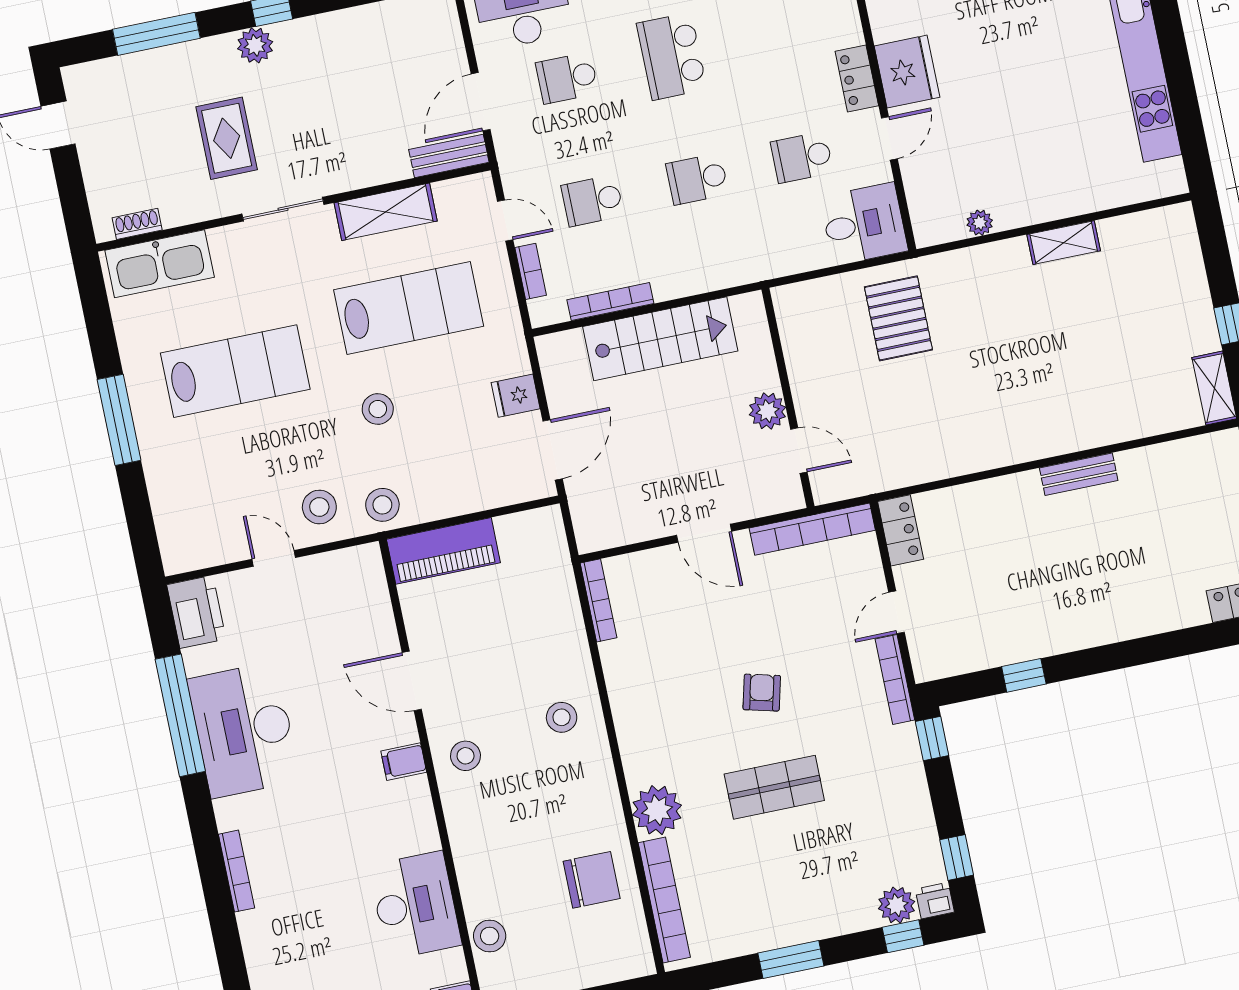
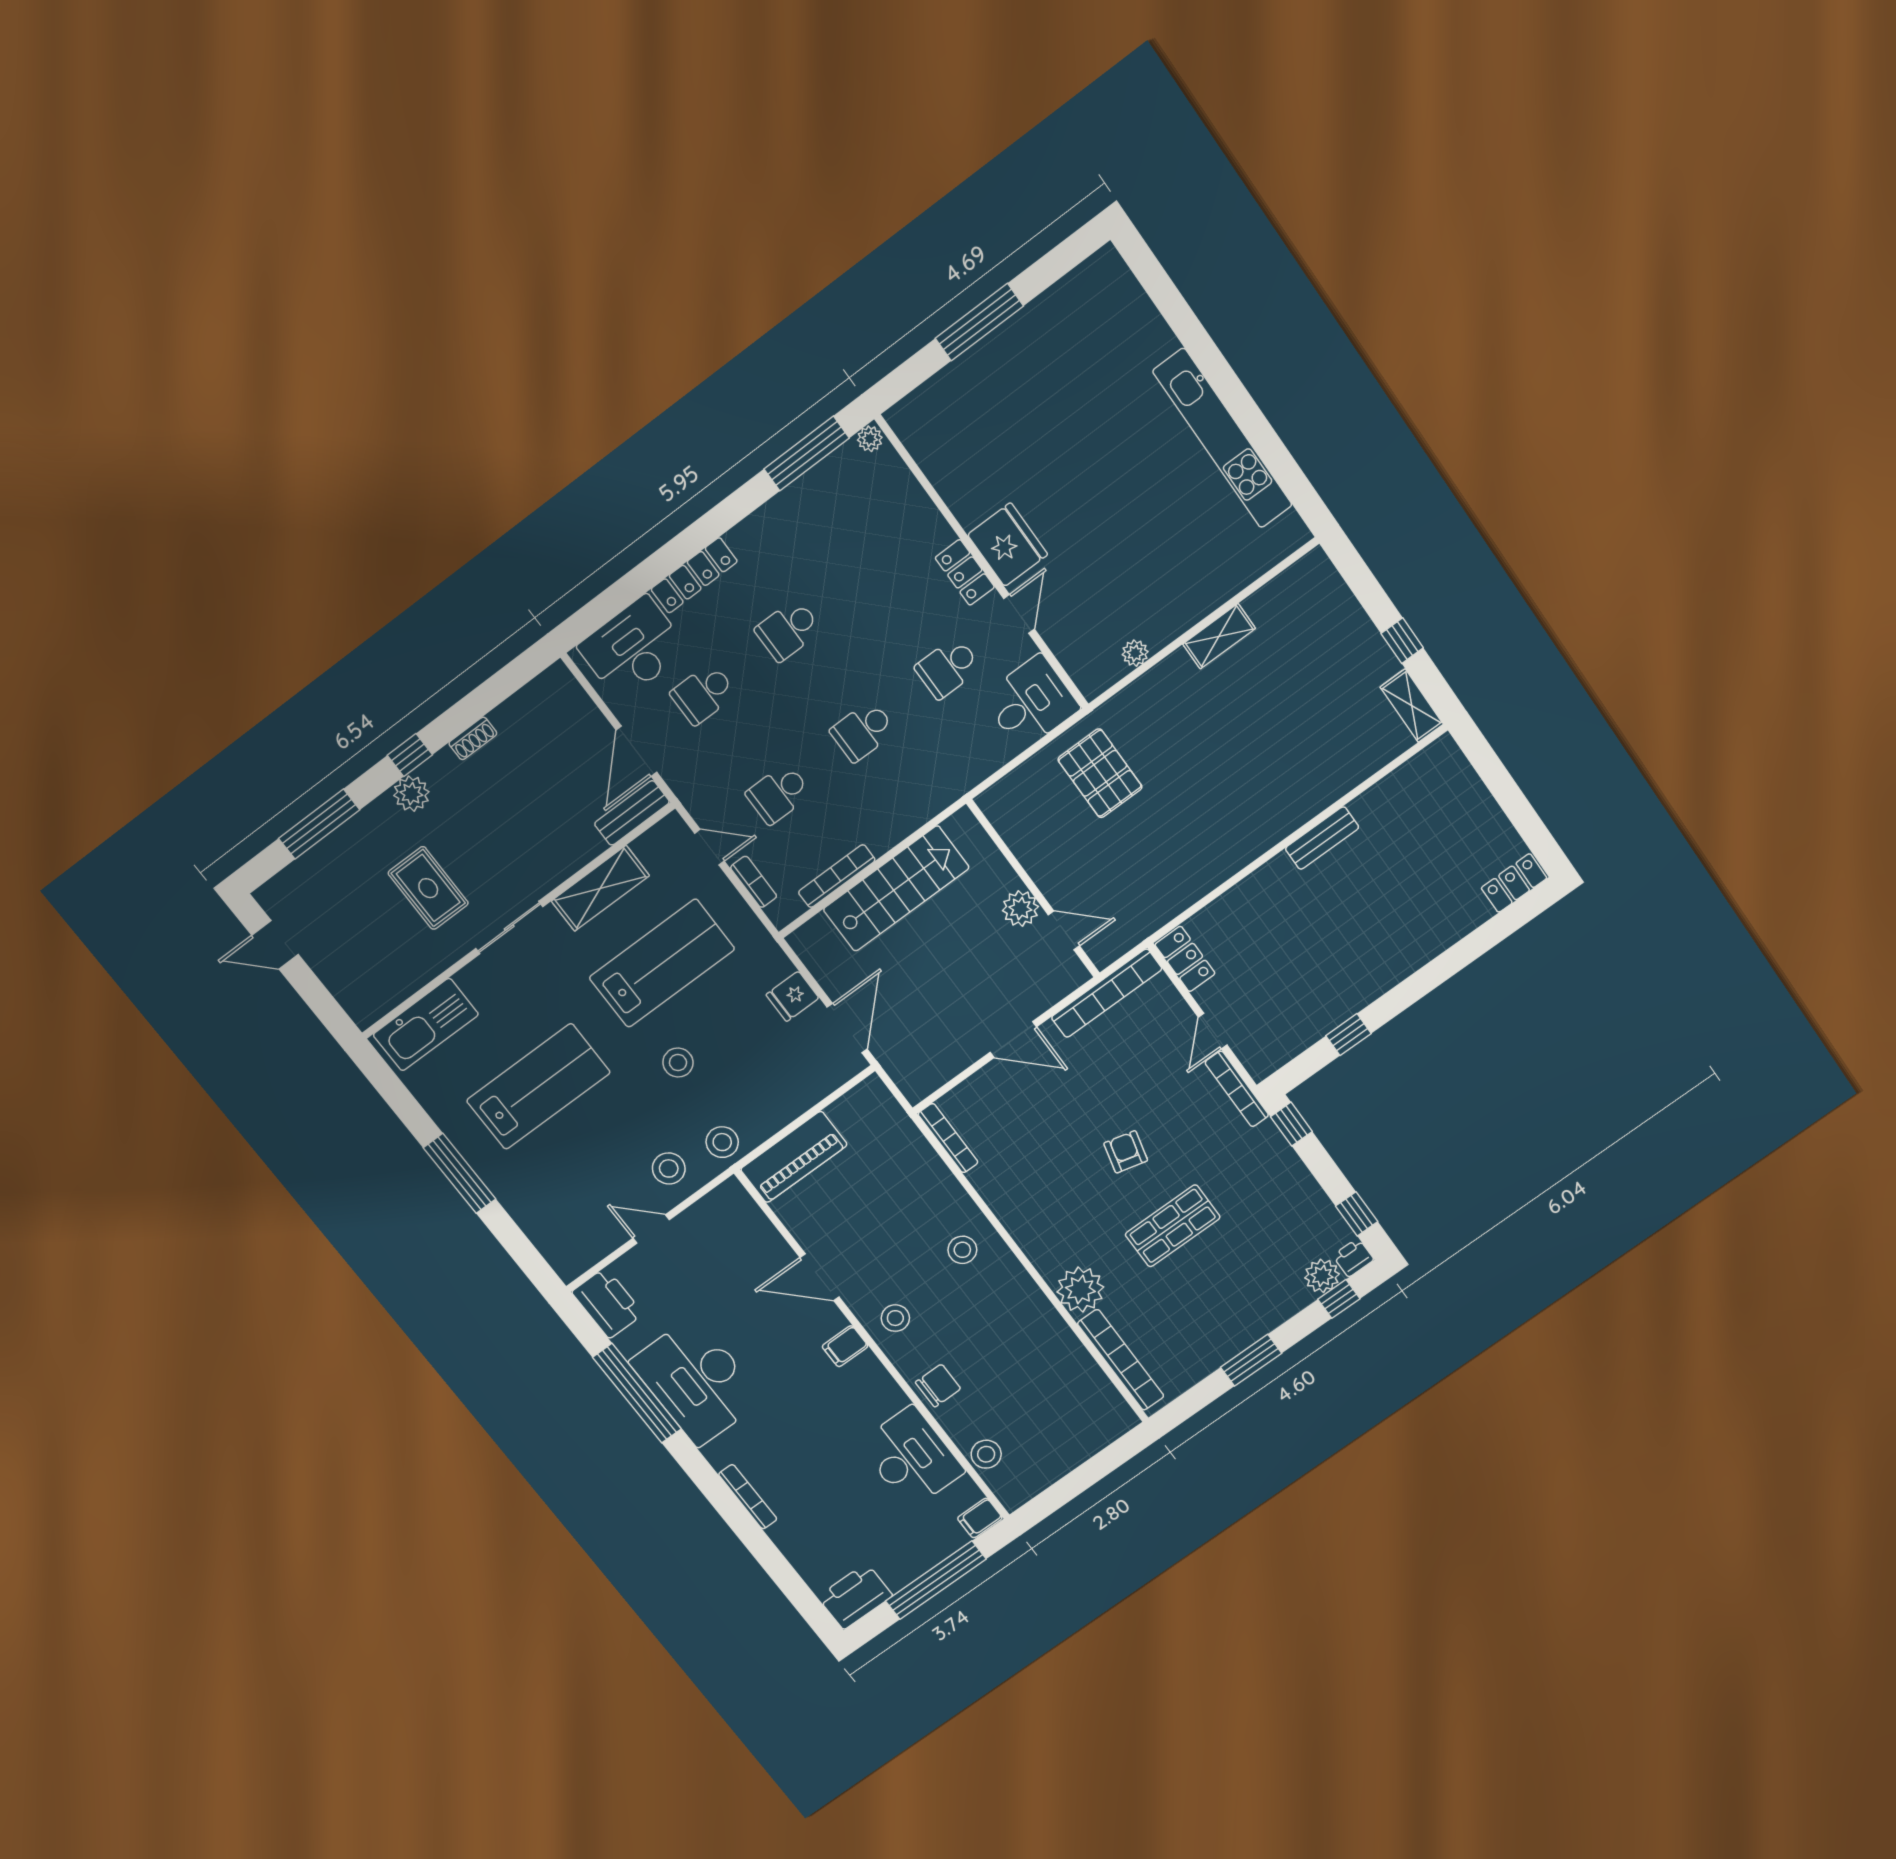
school desk: (672, 56) -> (788, 630), width x0.54
shoe rack: (137, 224) -> (473, 738), moved, turned 180
chair: (592, 880) -> (938, 1386), moved, width x0.73, depth x0.73

